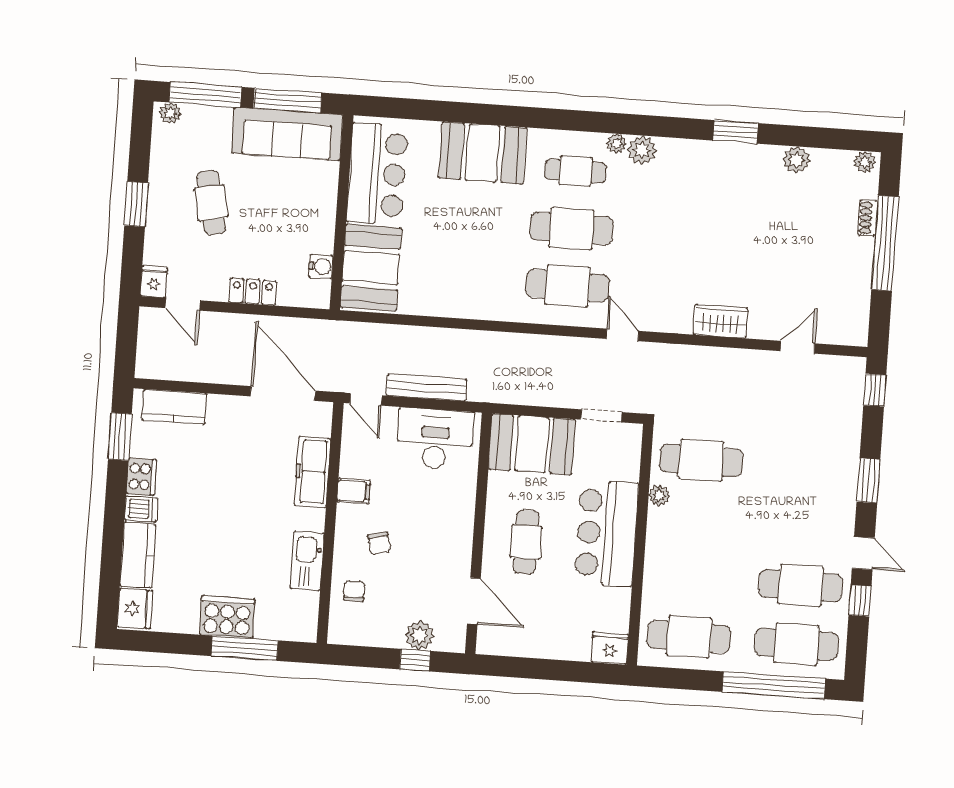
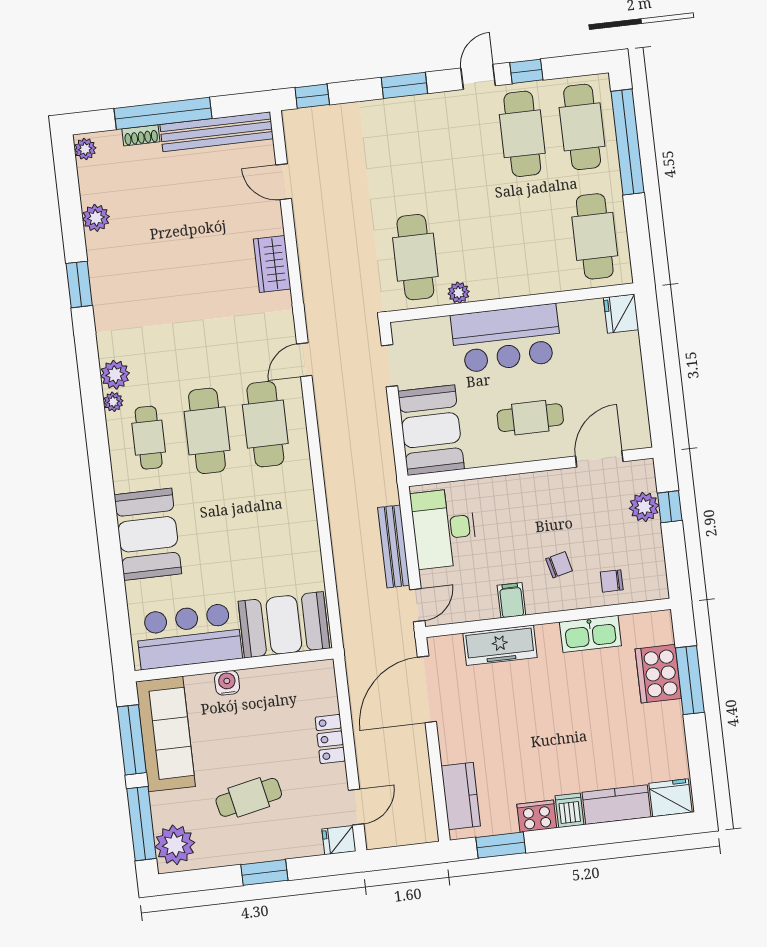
plant: (170, 113) -> (175, 845), width x1.88, depth x1.88
water cooler: (321, 267) -> (227, 683), moved
bench: (858, 292) -> (217, 132), added
cooker: (227, 617) -> (658, 674), moved

